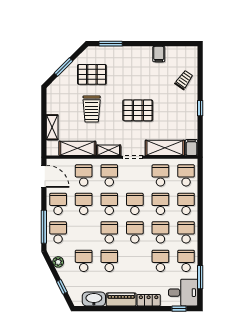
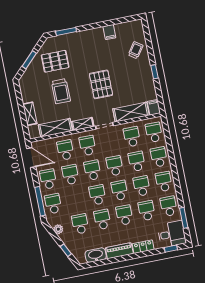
pallet: (138, 110) -> (101, 84), turned 90
school desk: (135, 261) -> (124, 215), added

